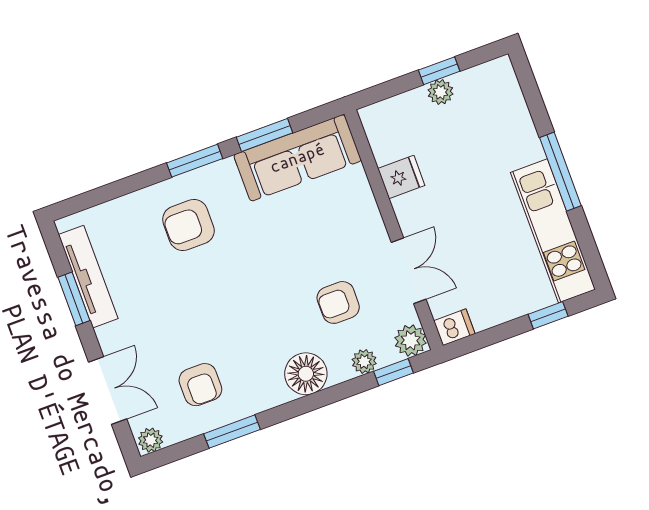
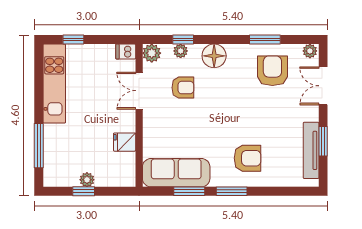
window: (560, 172) -> (39, 146), moved
window: (393, 372) -> (183, 40), moved
armchair: (200, 385) -> (272, 71), width x1.38, depth x1.38

